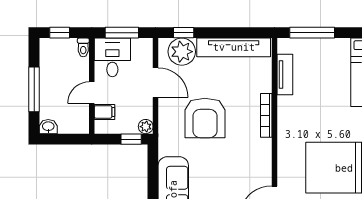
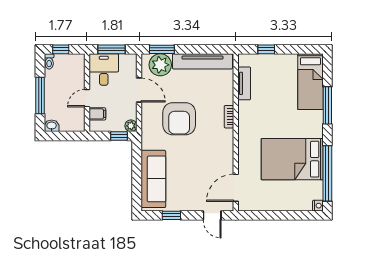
window: (184, 33) -> (162, 49), width x1.50
window: (312, 33) -> (266, 49), width x0.46
toilet: (83, 47) -> (49, 61), moved
bookcase: (266, 115) -> (229, 117), width x0.64

